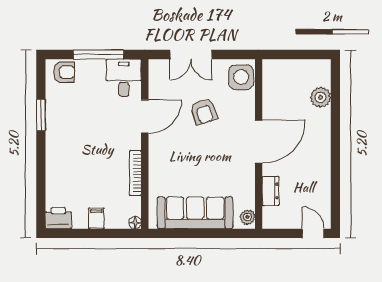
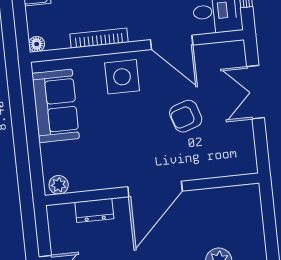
side table: (241, 77) -> (122, 77), moved
door: (259, 142) -> (155, 189), hinge flipped
sofa: (195, 213) -> (56, 106), width x0.73

